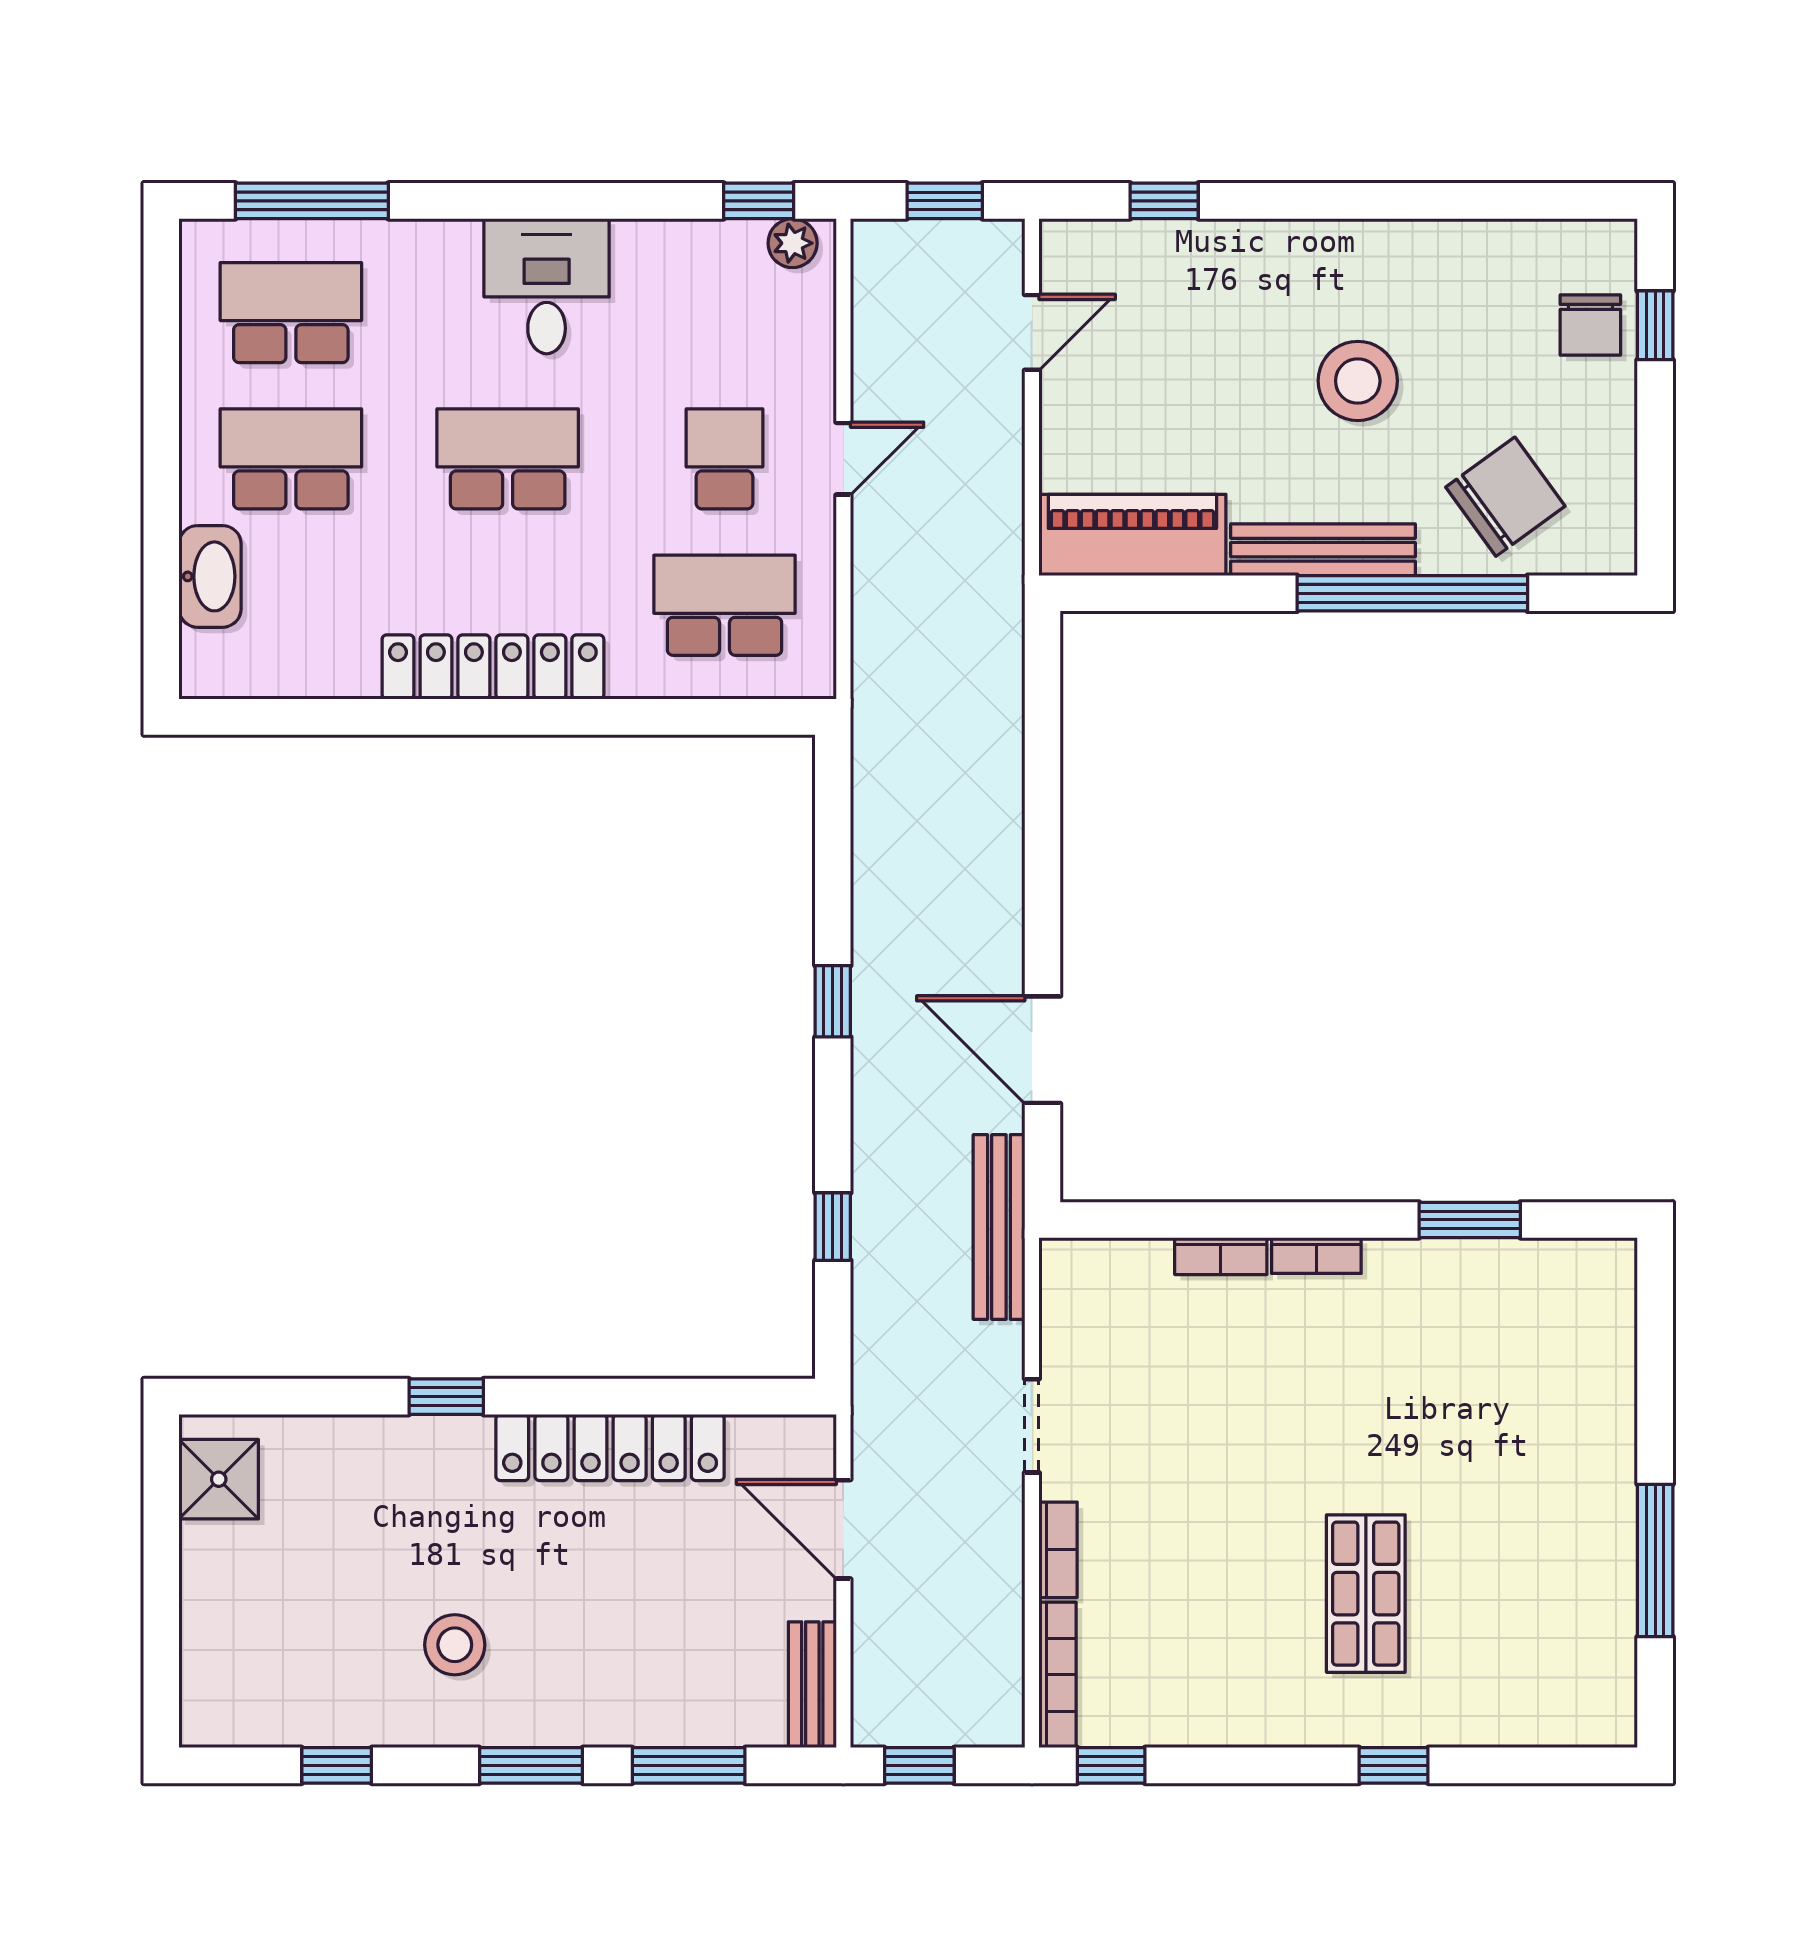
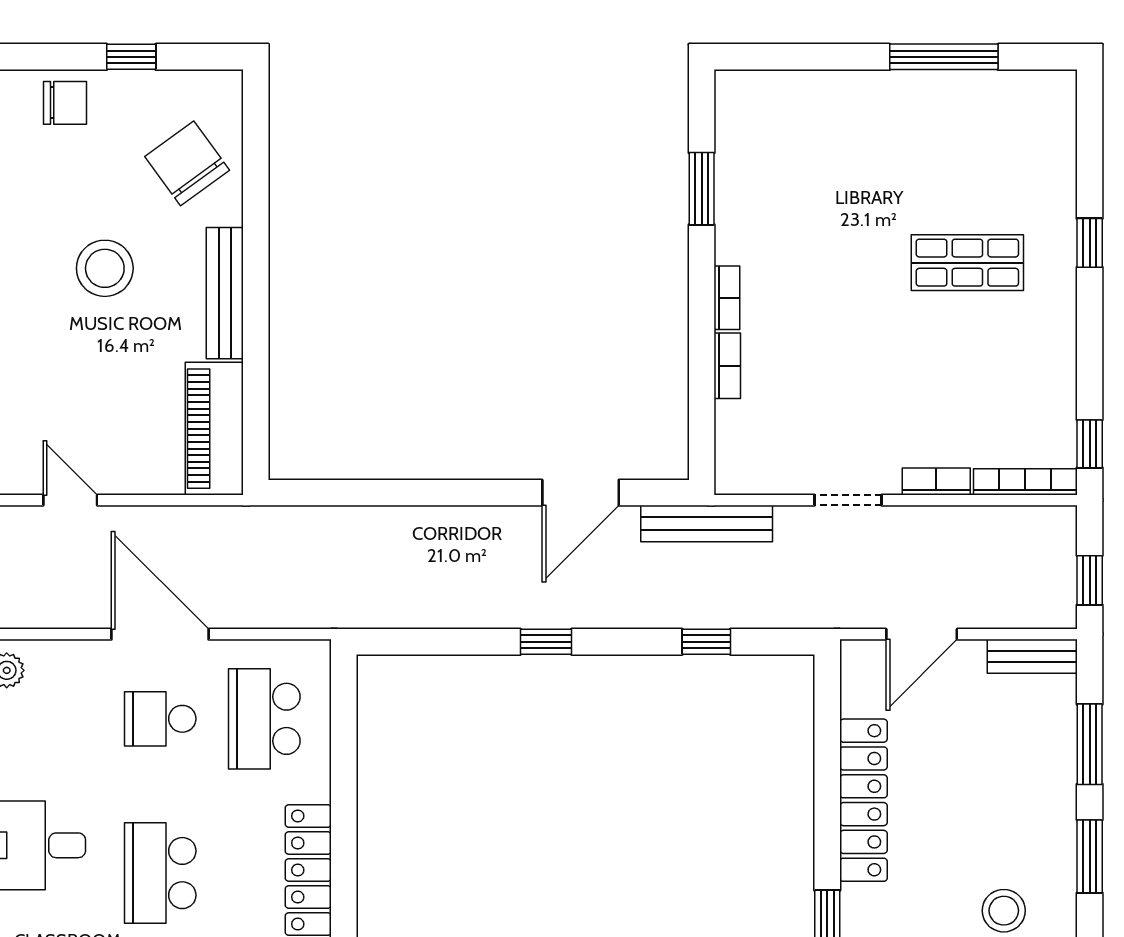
window: (1655, 325) -> (131, 57), moved
door: (843, 459) -> (160, 634), width x1.87
window: (1412, 593) -> (256, 230), removed

